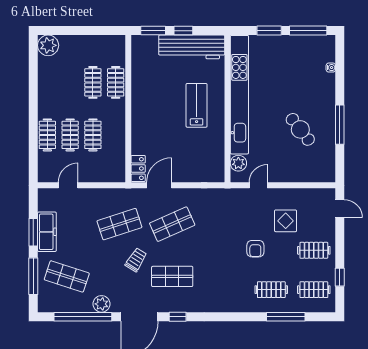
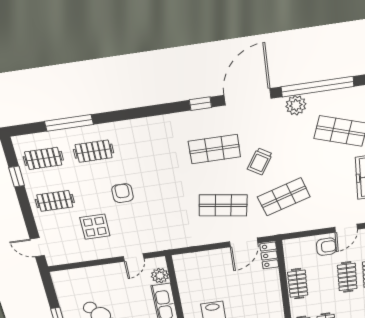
clothes rail: (93, 135) -> (298, 284), moved
armchair: (87, 170) -> (326, 247), added
shop shelf: (172, 224) -> (223, 205), turned 33

